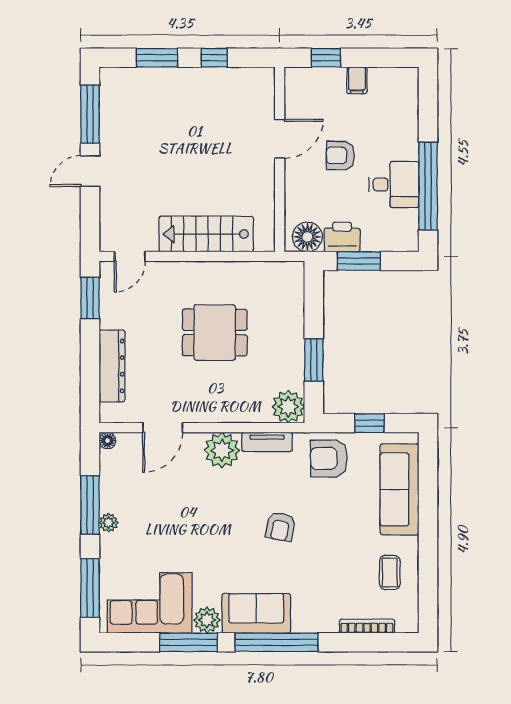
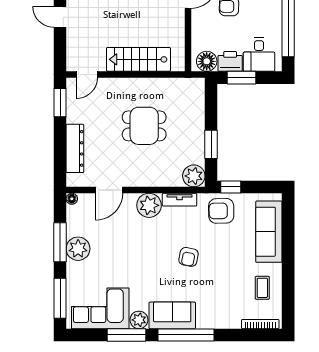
door: (90, 171) -> (60, 17), hinge flipped
desk: (394, 184) -> (259, 55), moved, turned 90
window: (370, 423) -> (231, 187), moved
plant: (109, 523) -> (78, 249), width x1.87, depth x1.87
bookcase: (367, 626) -> (260, 324), moved

